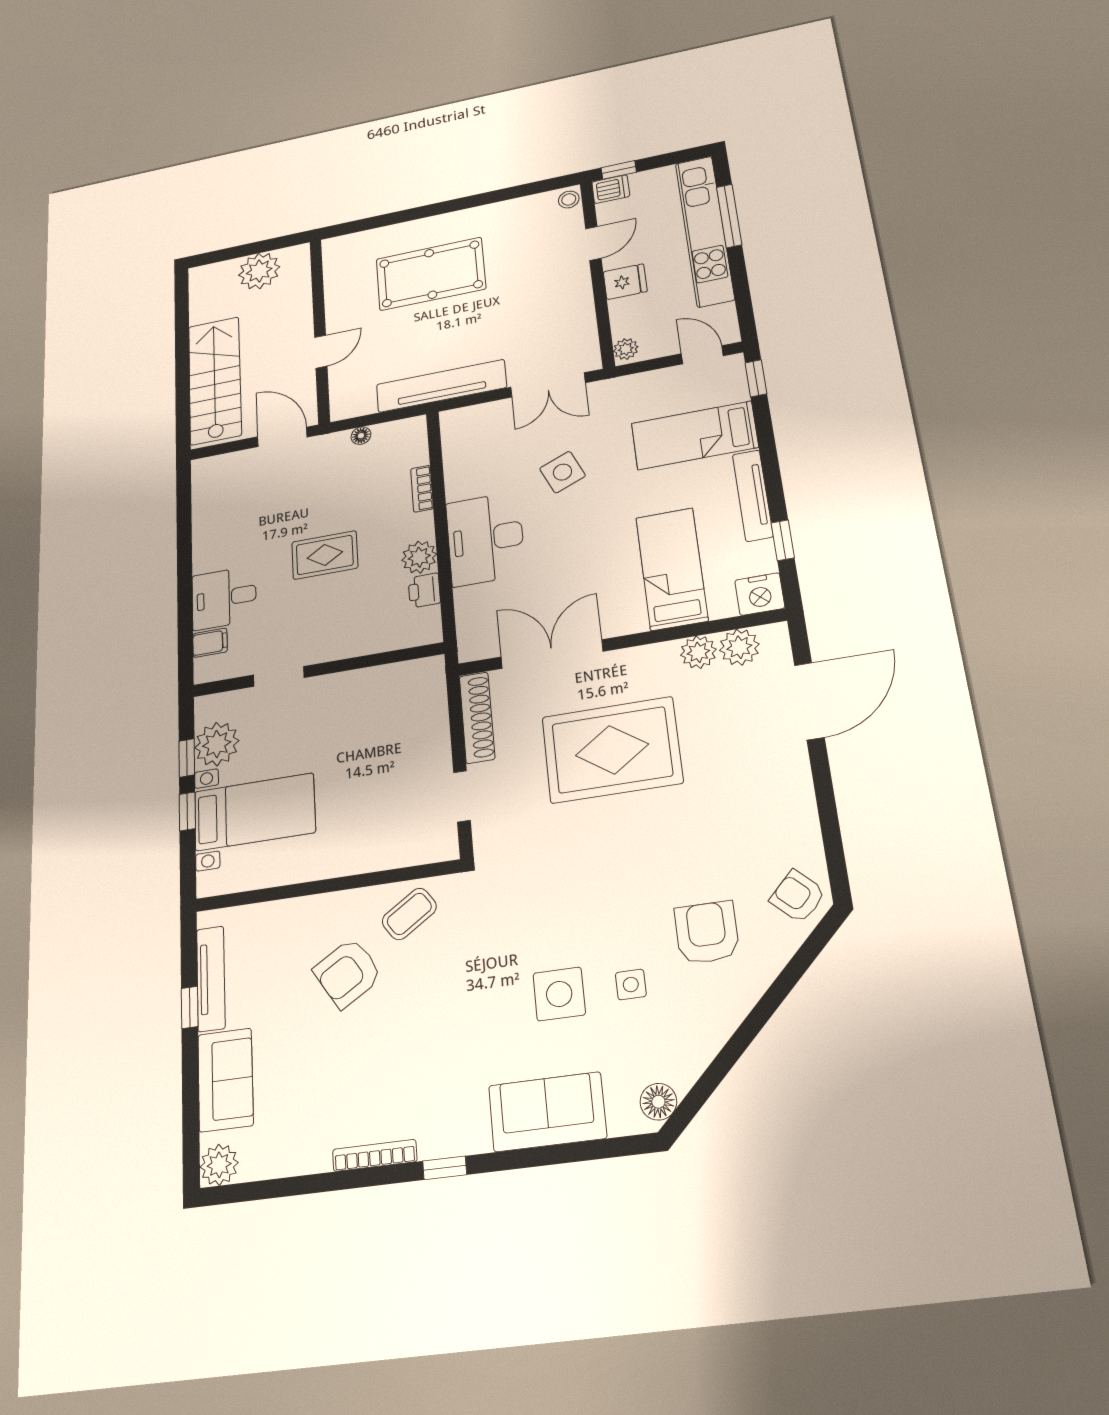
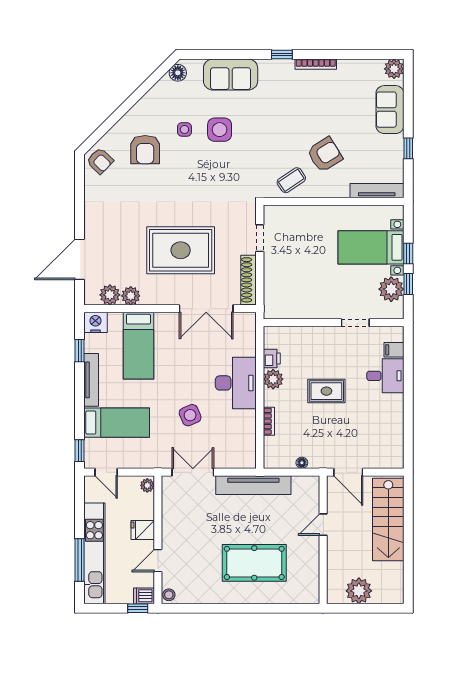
tv unit: (211, 979) -> (377, 191), moved, turned 90

